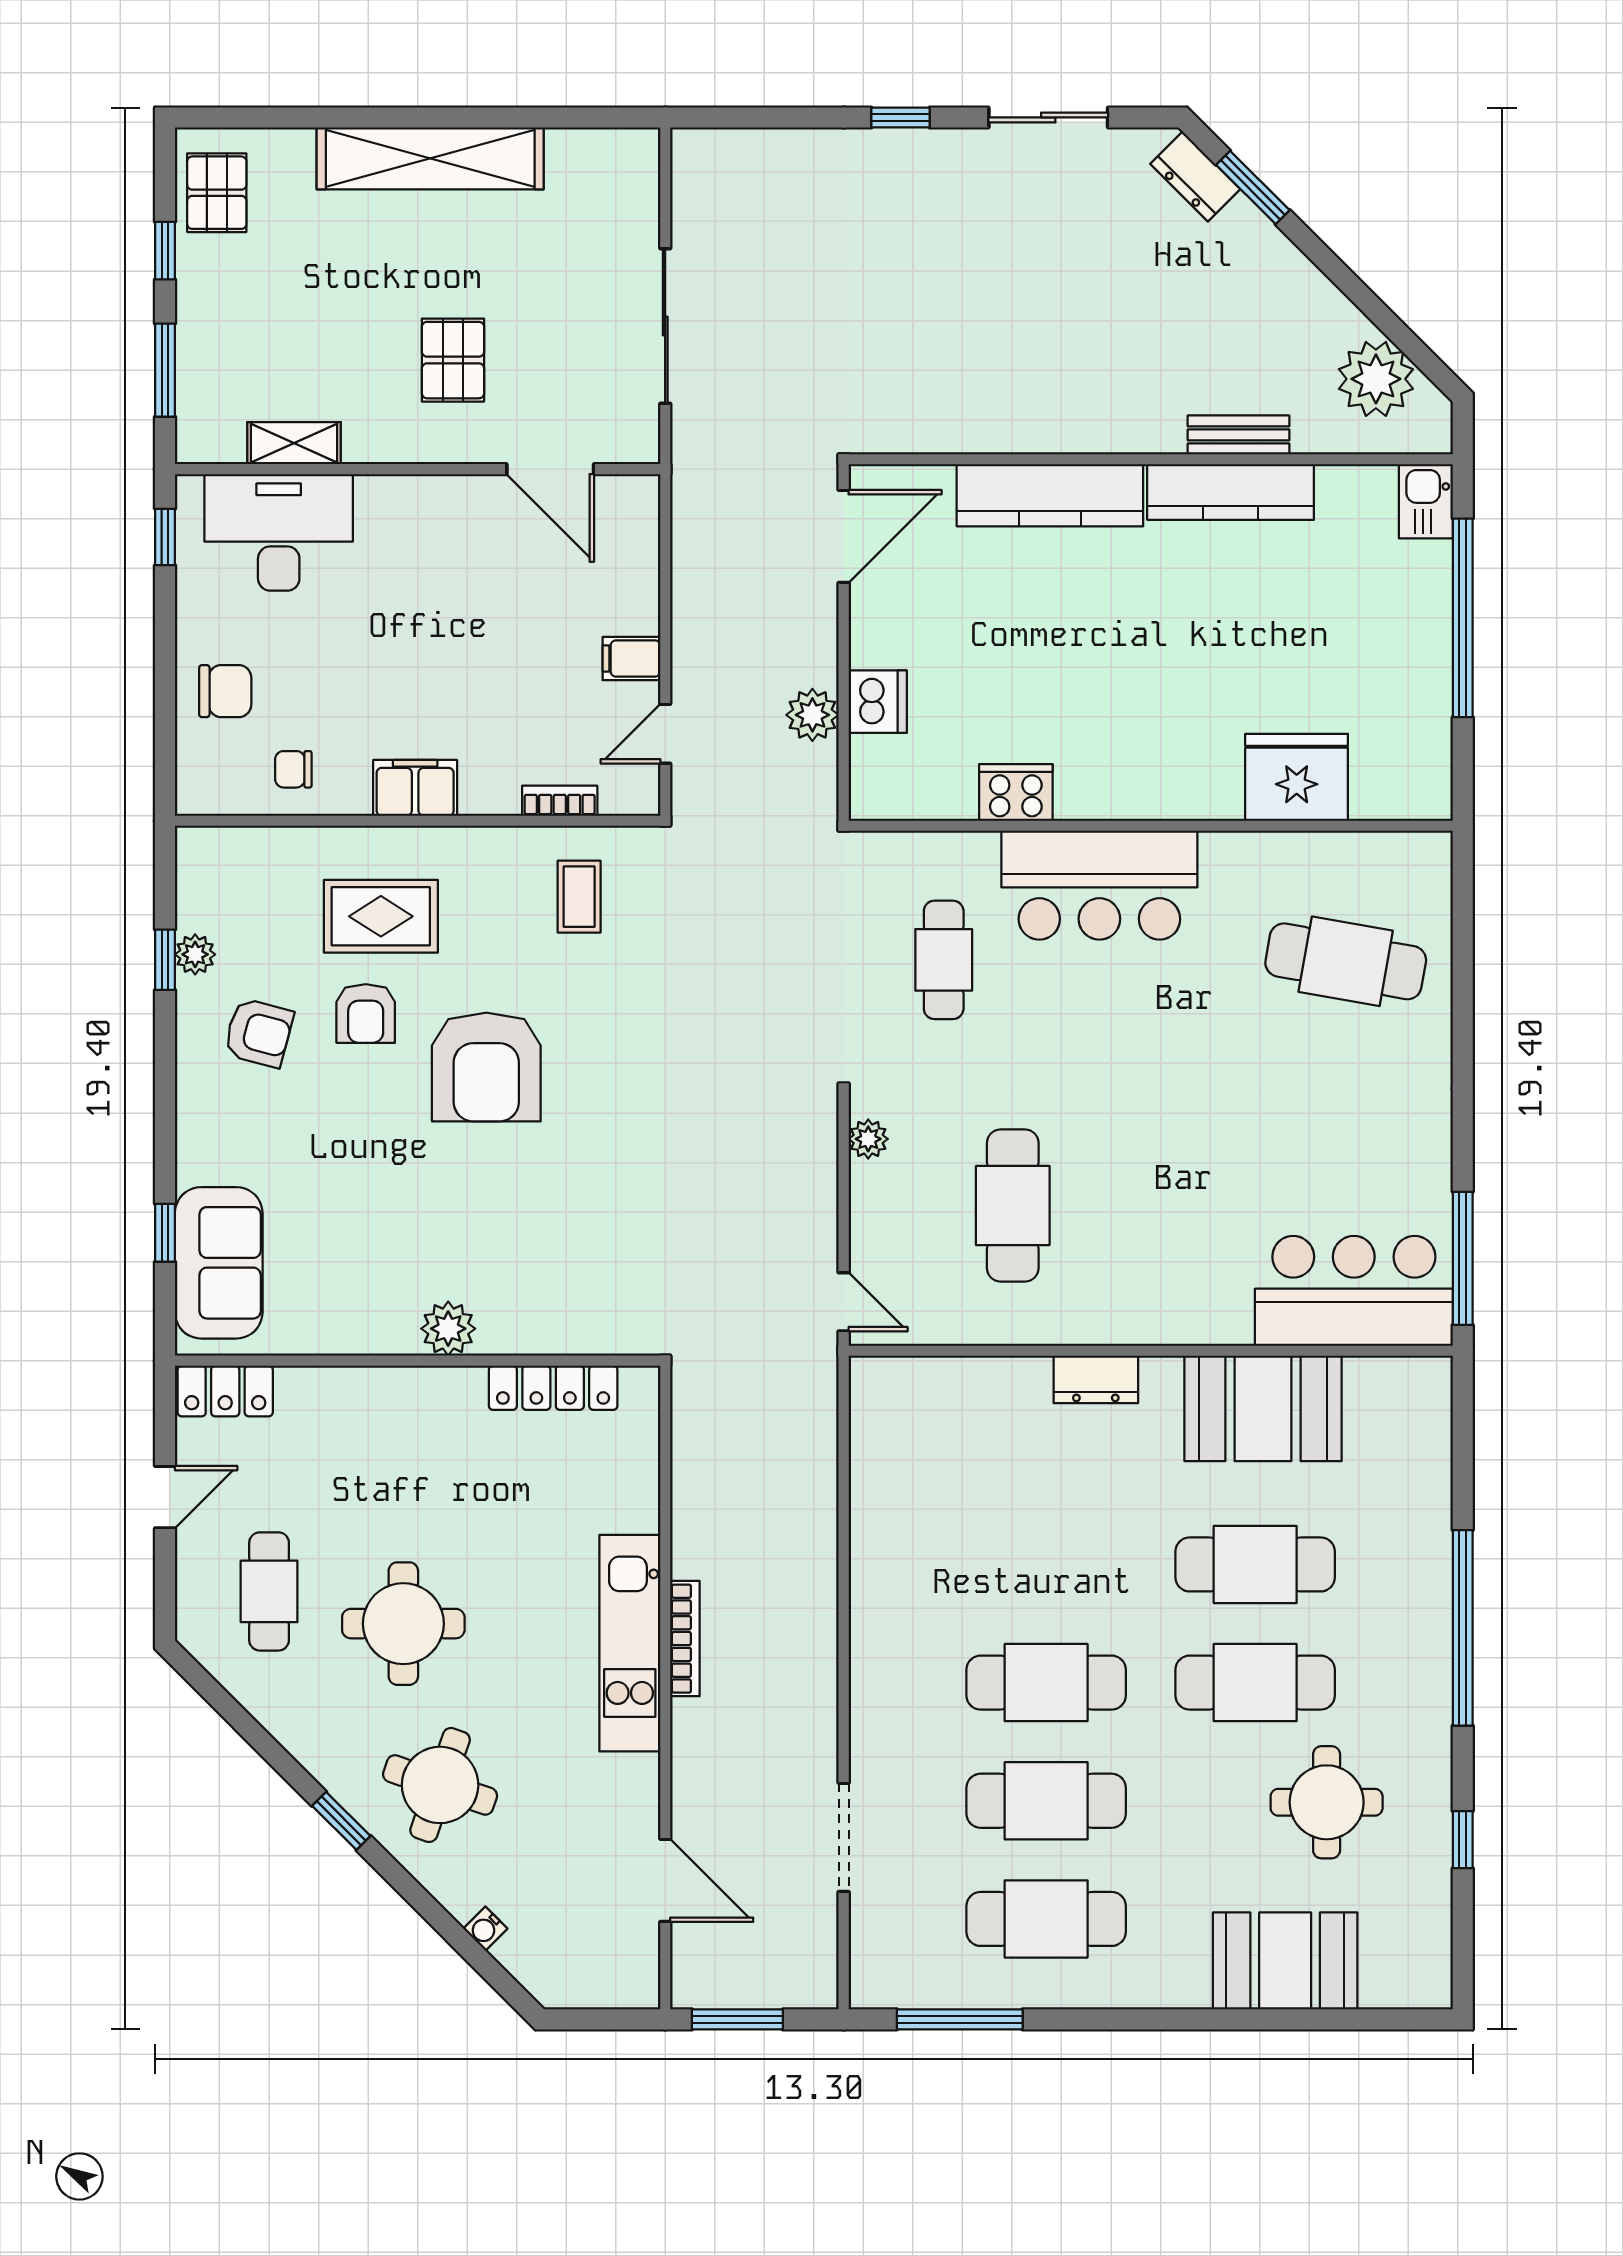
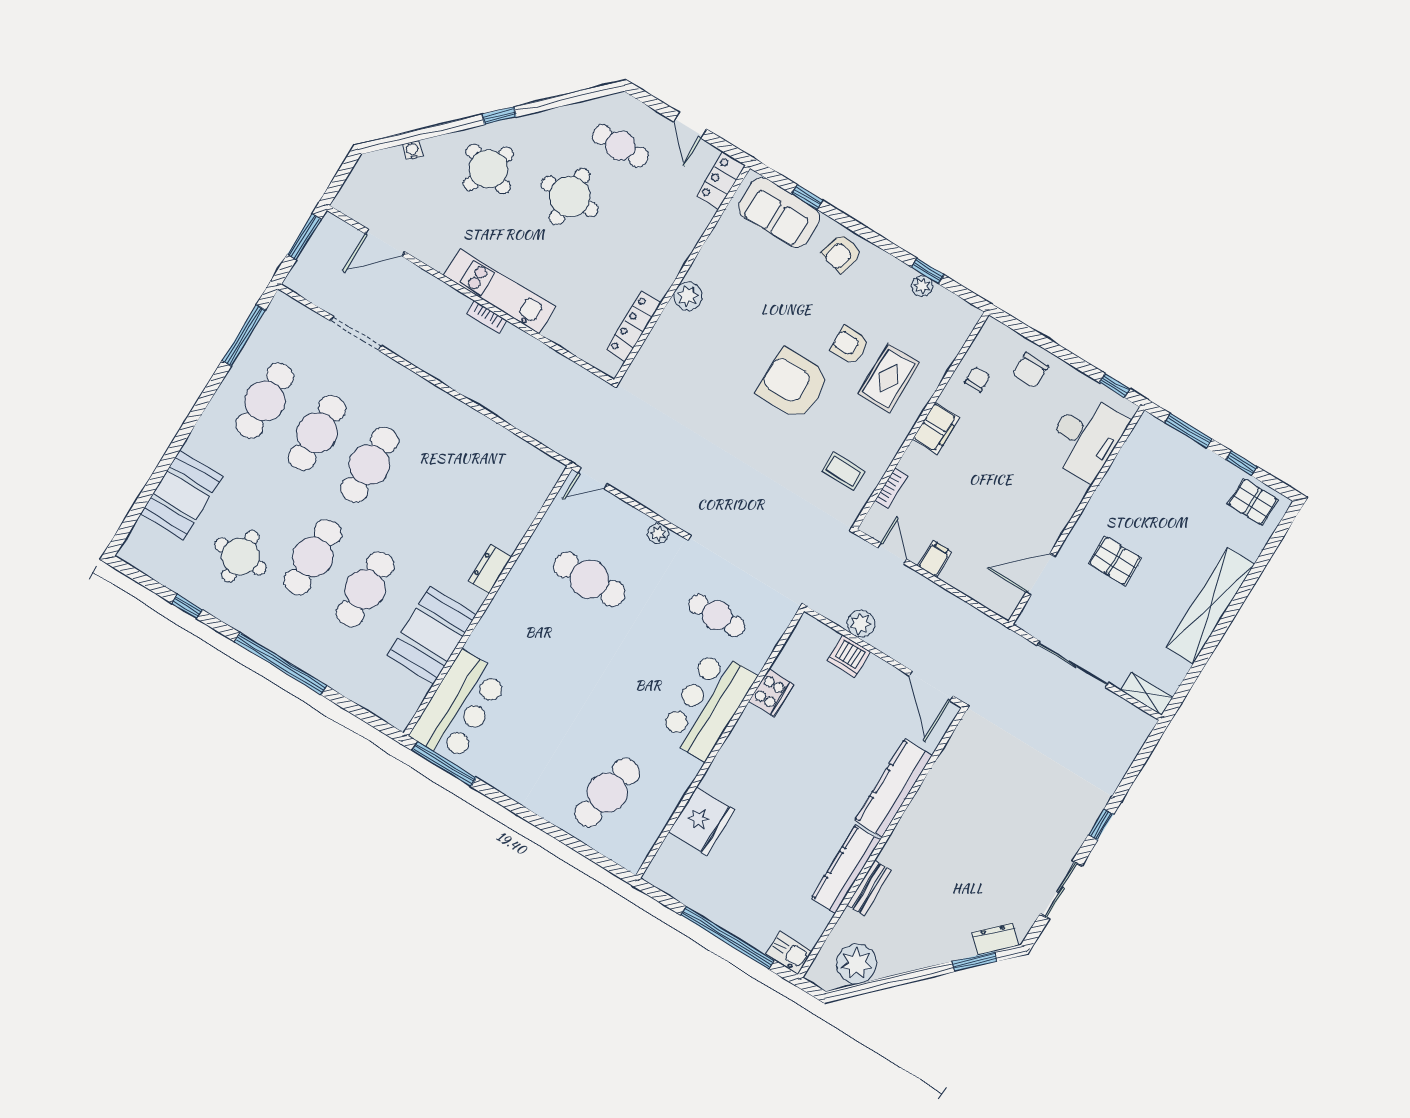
shelving: (294, 443) -> (1147, 694), moved, turned 90
armchair: (259, 1033) -> (842, 253), moved
bookcase: (685, 1639) -> (487, 317), width x0.64

